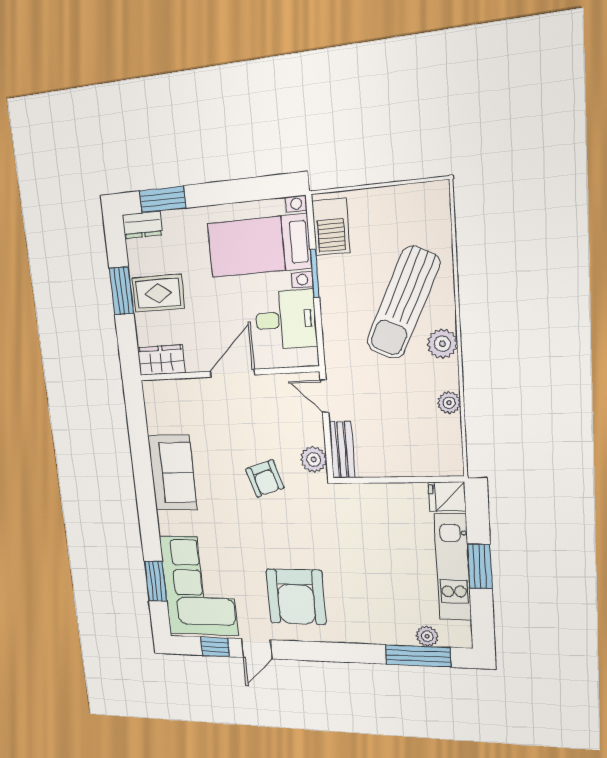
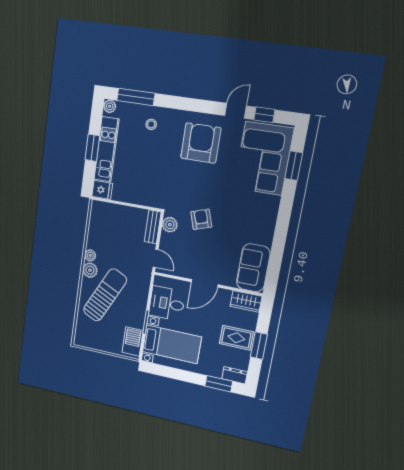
plant: (449, 403) -> (90, 255), moved
sofa: (172, 473) -> (253, 268), moved
stool: (382, 616) -> (151, 124), added
plant: (427, 636) -> (110, 106), moved

